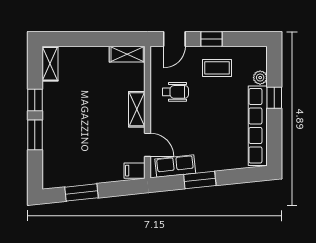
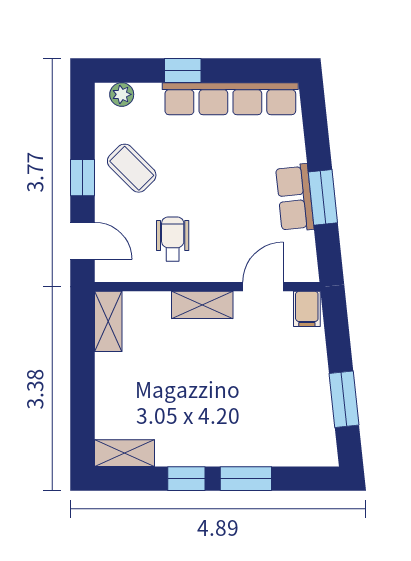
coffee table: (217, 68) -> (132, 168), turned -45
plant: (260, 78) -> (122, 94), moved
row of seats: (175, 166) -> (295, 198), moved

